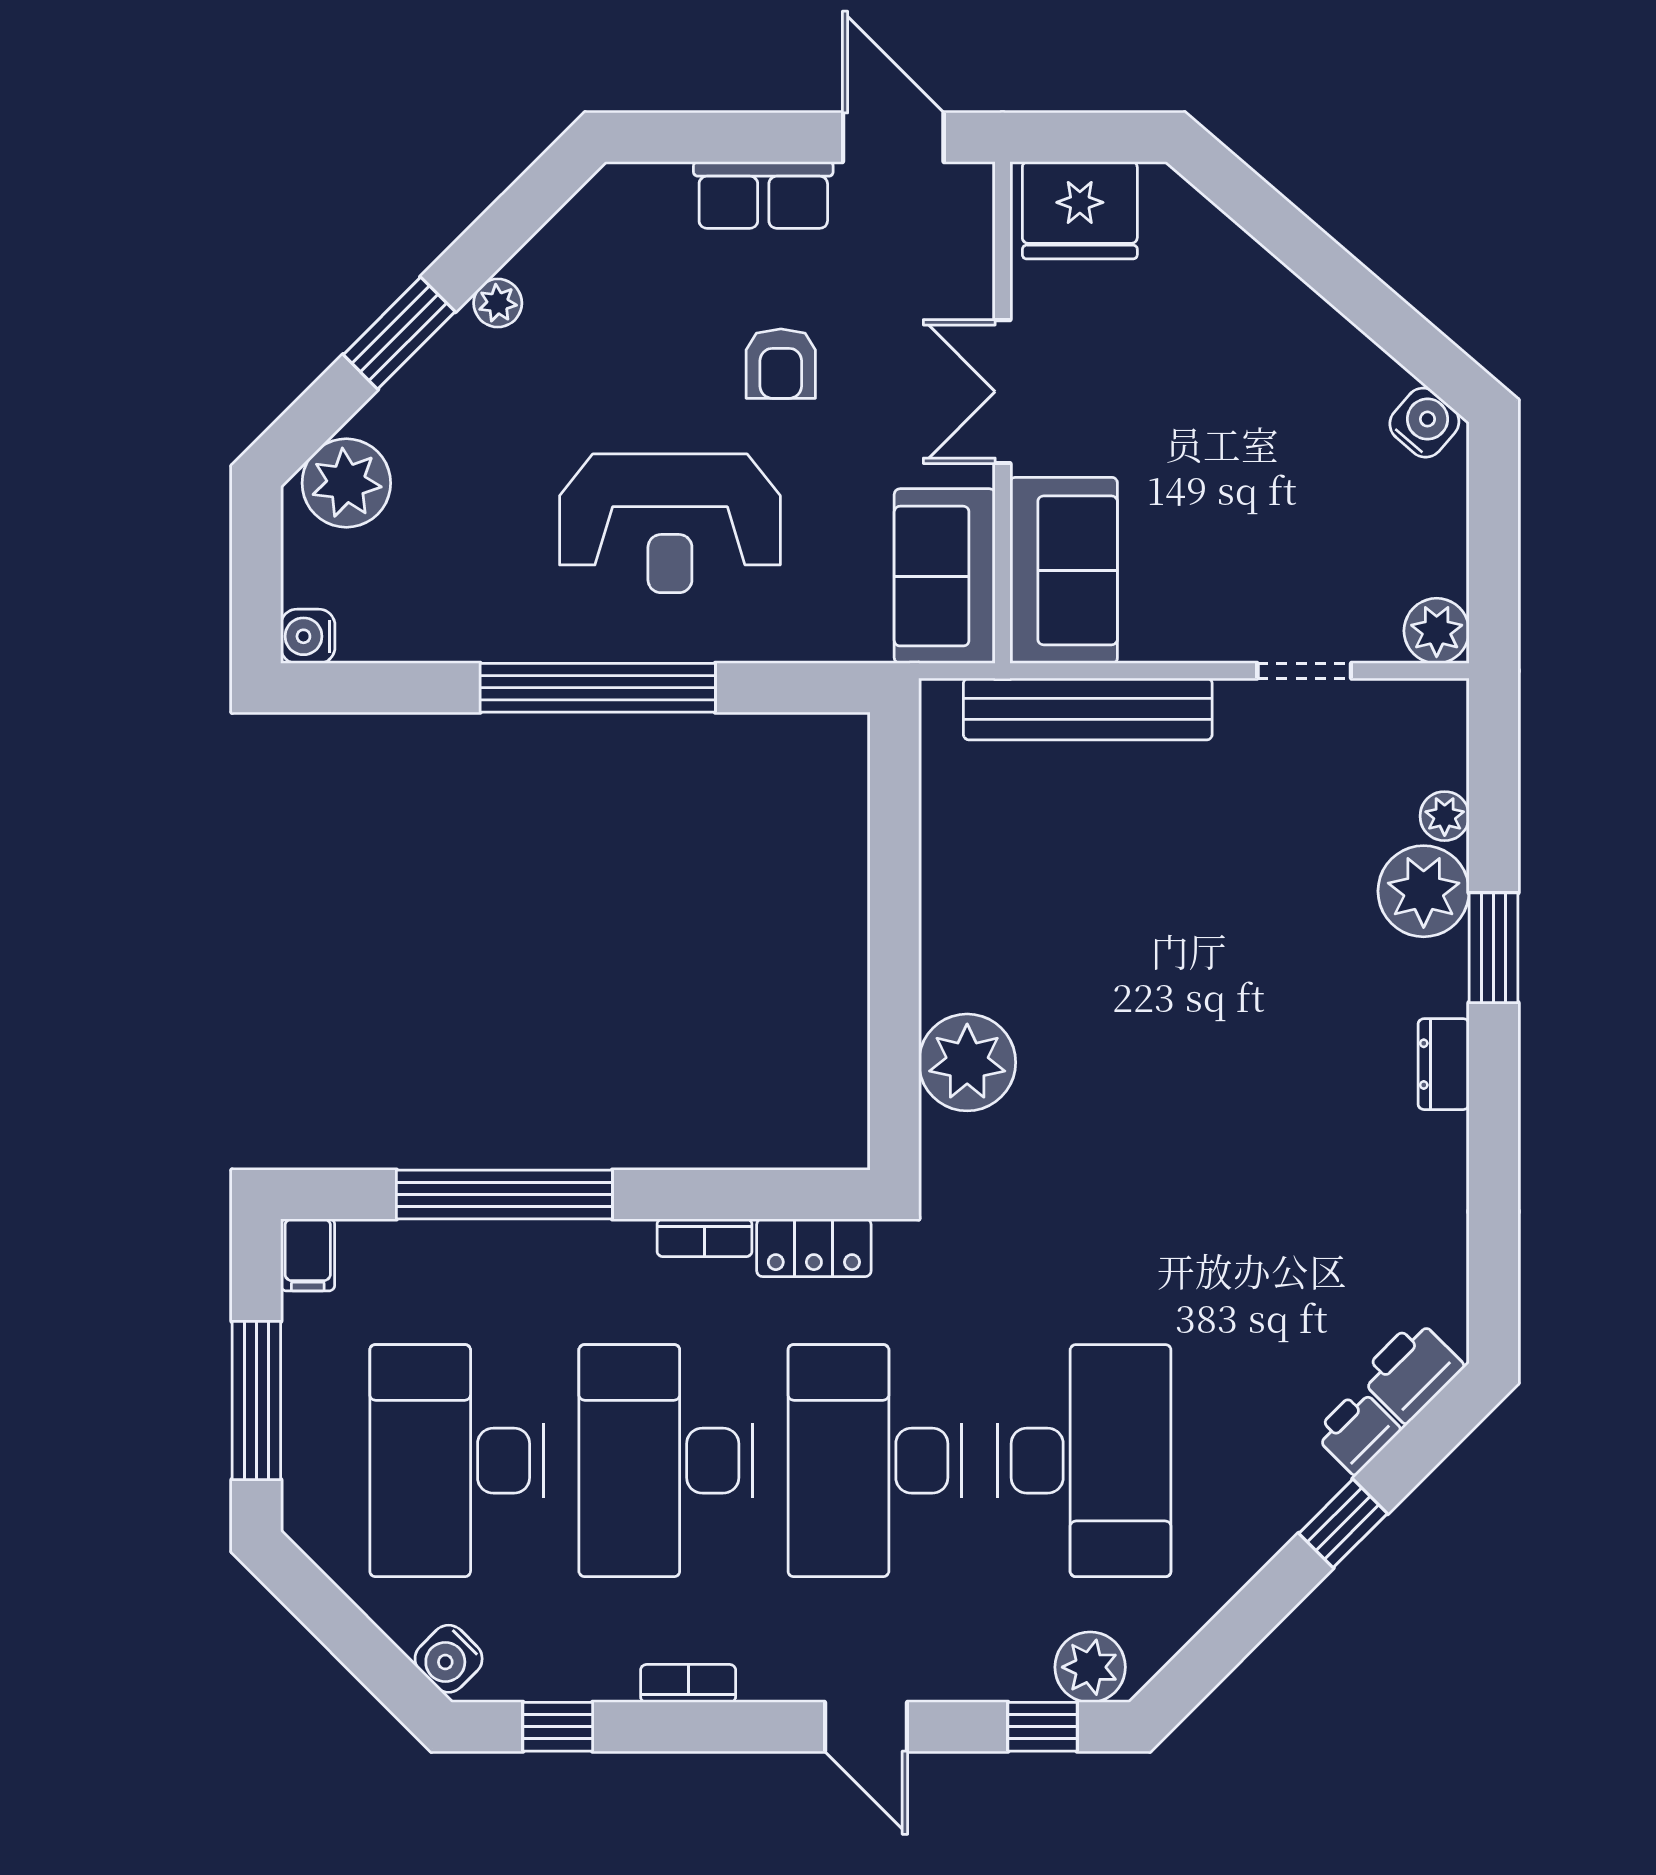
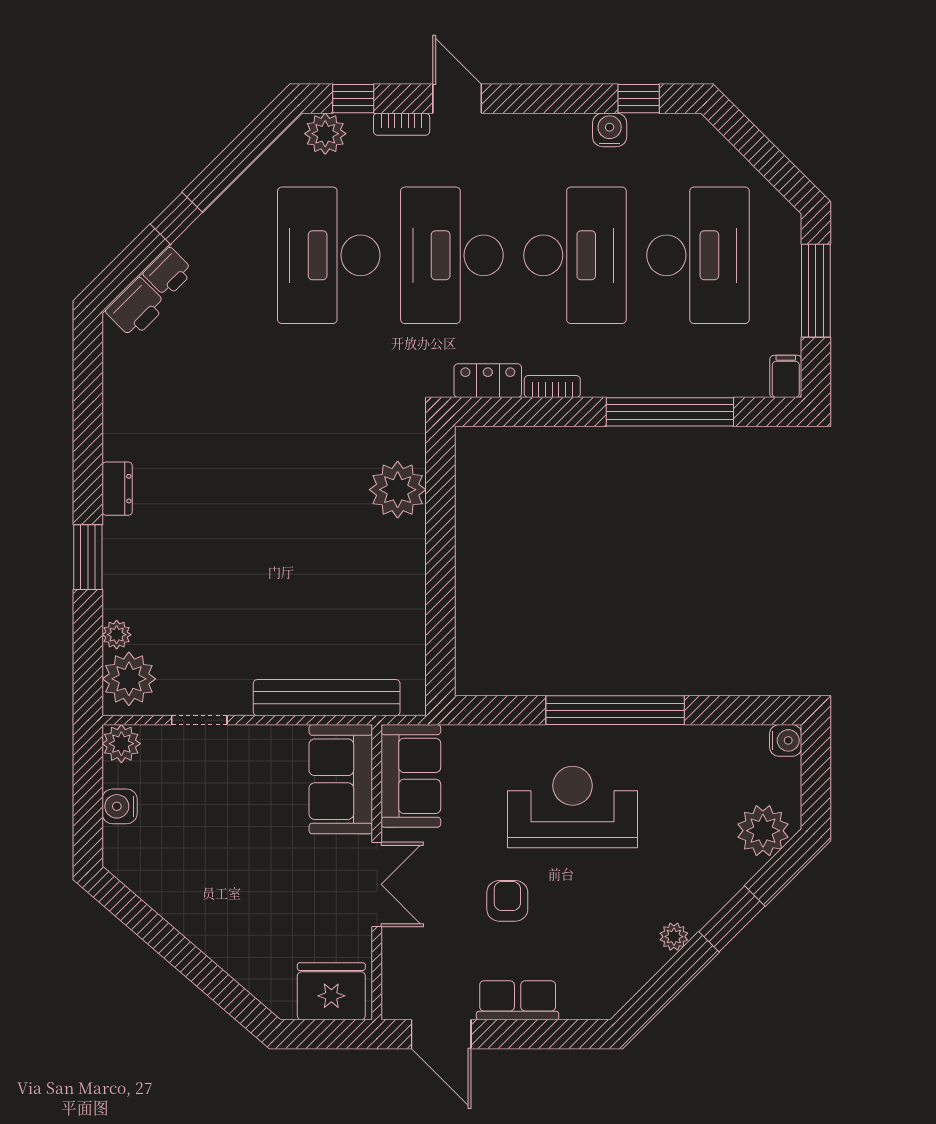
water cooler: (1424, 423) -> (120, 806), moved, turned 49
plant: (1424, 891) -> (129, 679), moved
desk: (875, 1461) -> (452, 255), turned 180
water cooler: (449, 1659) -> (610, 130), moved, turned -45
bookcase: (688, 1683) -> (402, 124), moved

